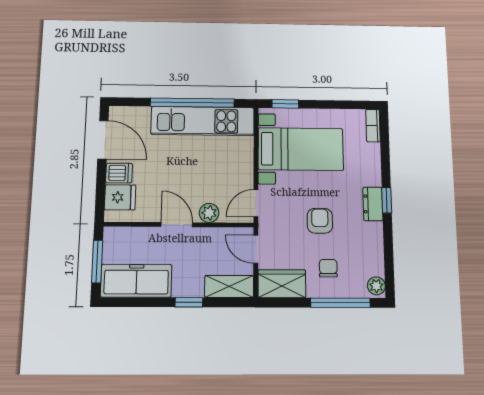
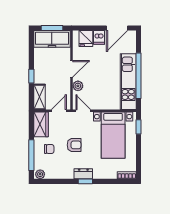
freezer: (136, 281) -> (52, 39), moved, turned 90

